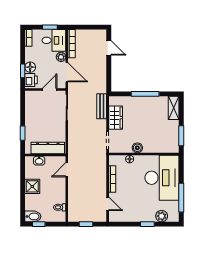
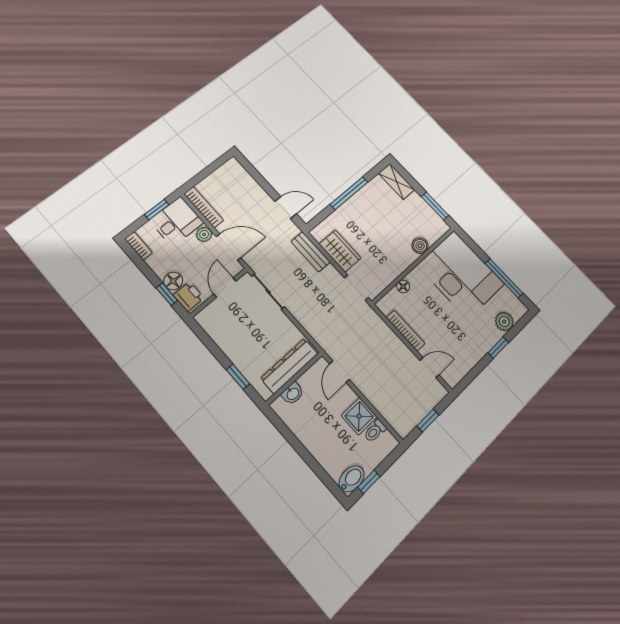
door: (109, 48) -> (286, 208), moved
boiler: (137, 148) -> (420, 246), moved
shower: (32, 186) -> (359, 416), moved

